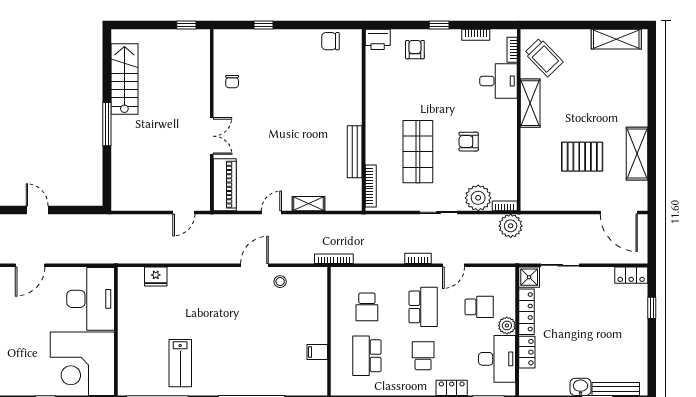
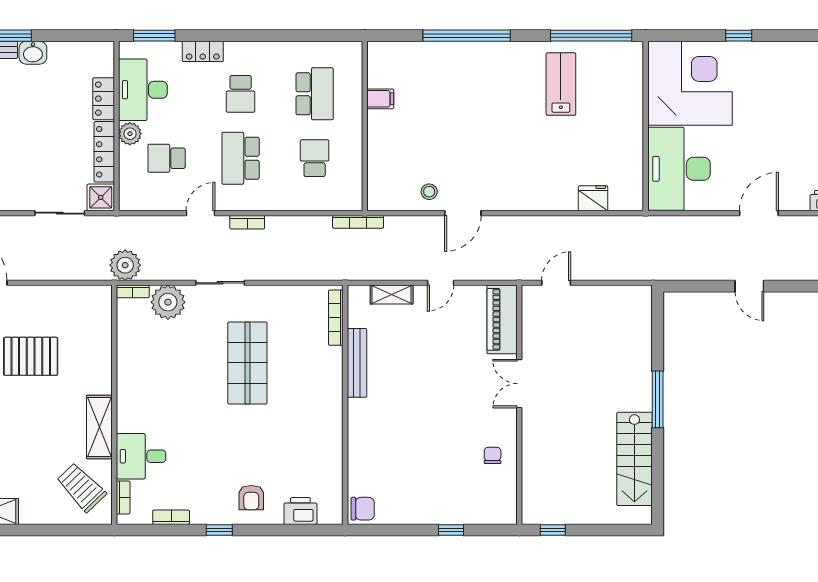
wall: (364, 120) -> (345, 405), moved
armchair: (469, 142) -> (181, 376), removed
bench: (355, 152) -> (357, 363), moved
bookcase: (371, 186) -> (336, 318), moved

